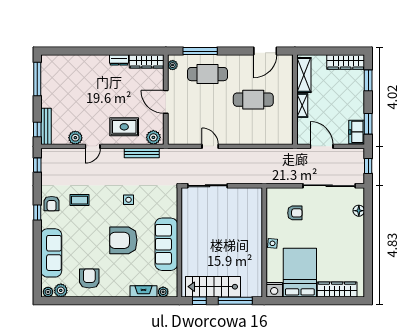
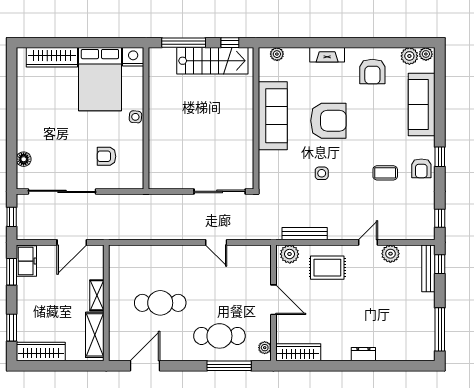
dresser: (119, 60) -> (363, 354), moved
door: (322, 146) -> (72, 242), hinge flipped
armchair: (52, 204) -> (421, 168), turned 180
fireplace: (144, 291) -> (327, 55), moved

